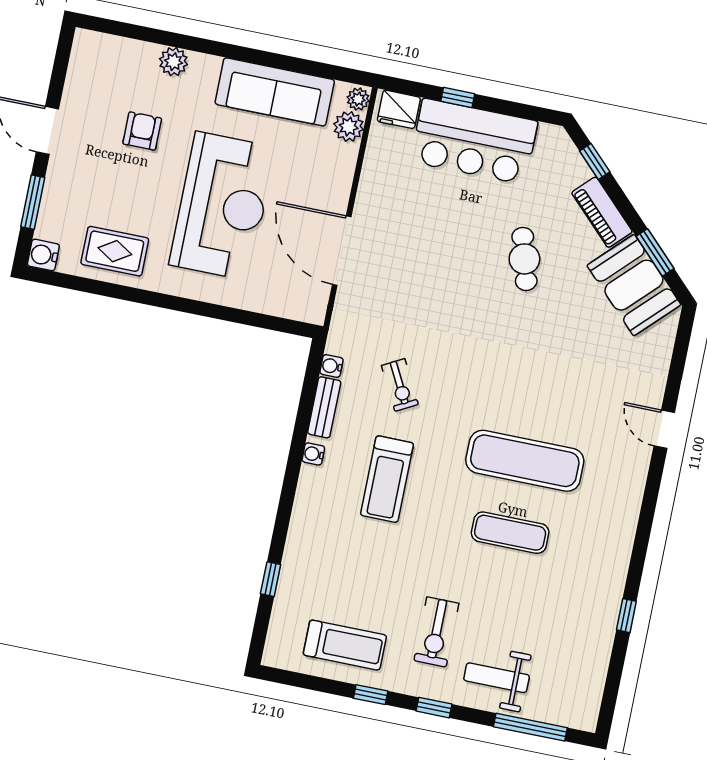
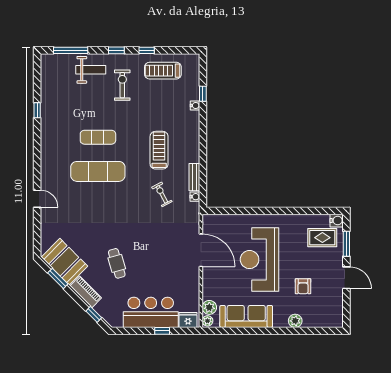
rug: (115, 251) -> (322, 238), moved
water cooler: (313, 454) -> (195, 105), moved

